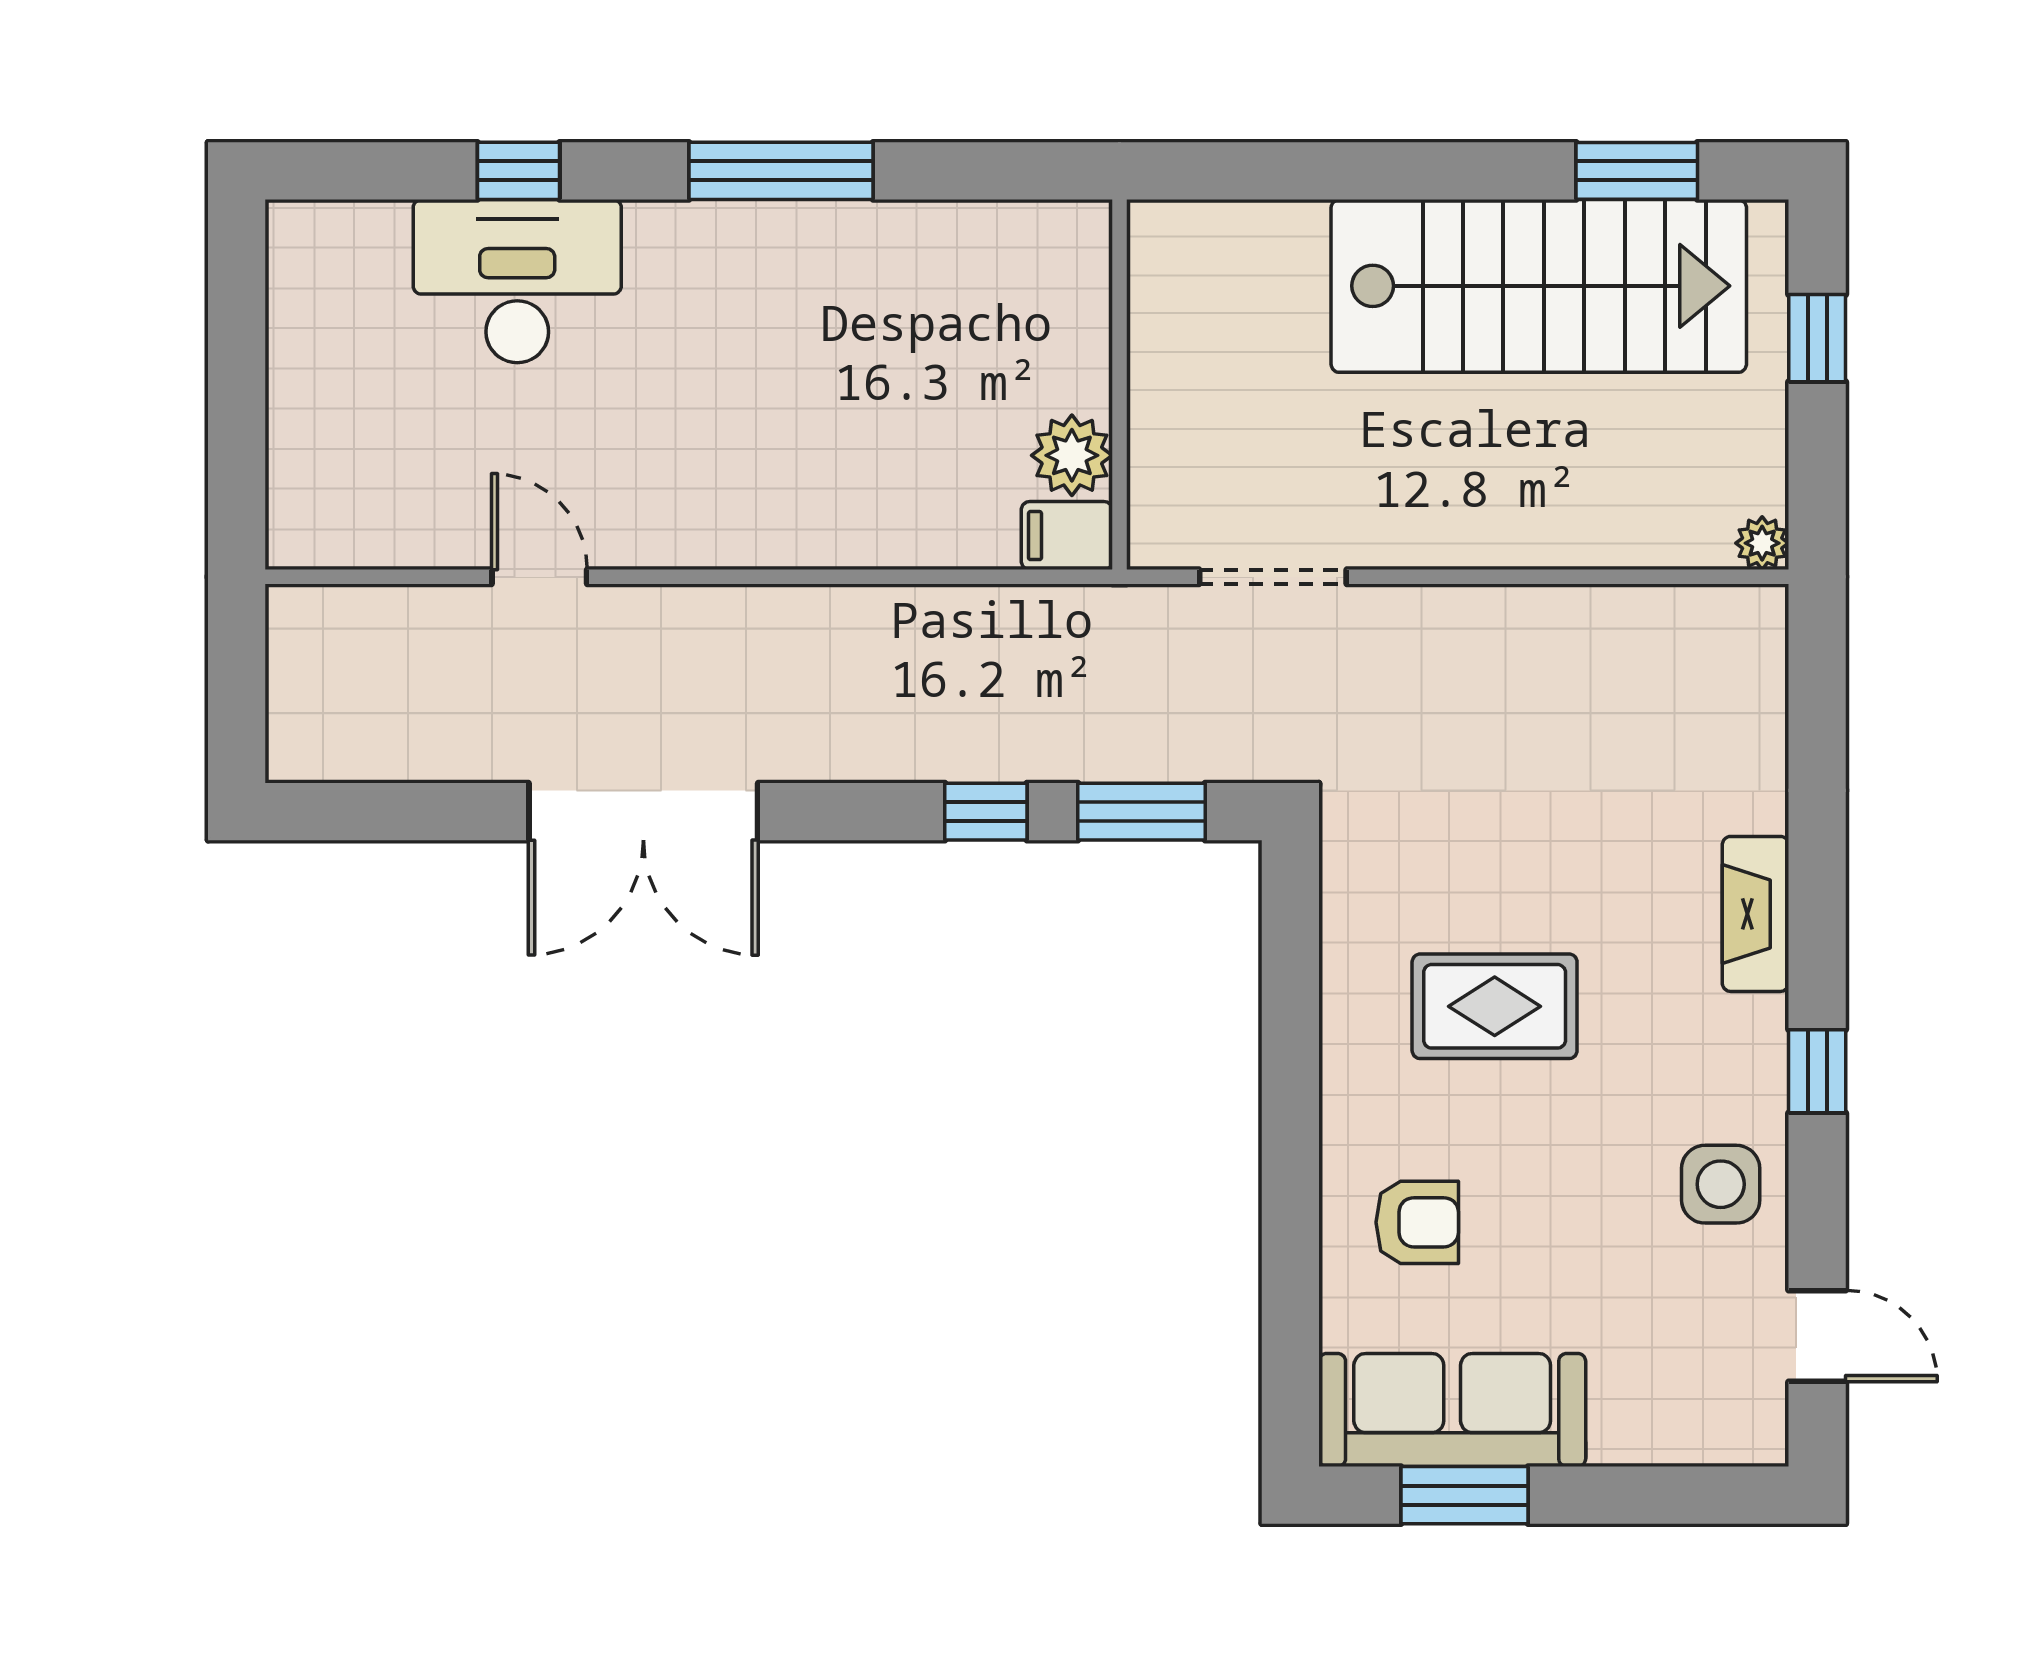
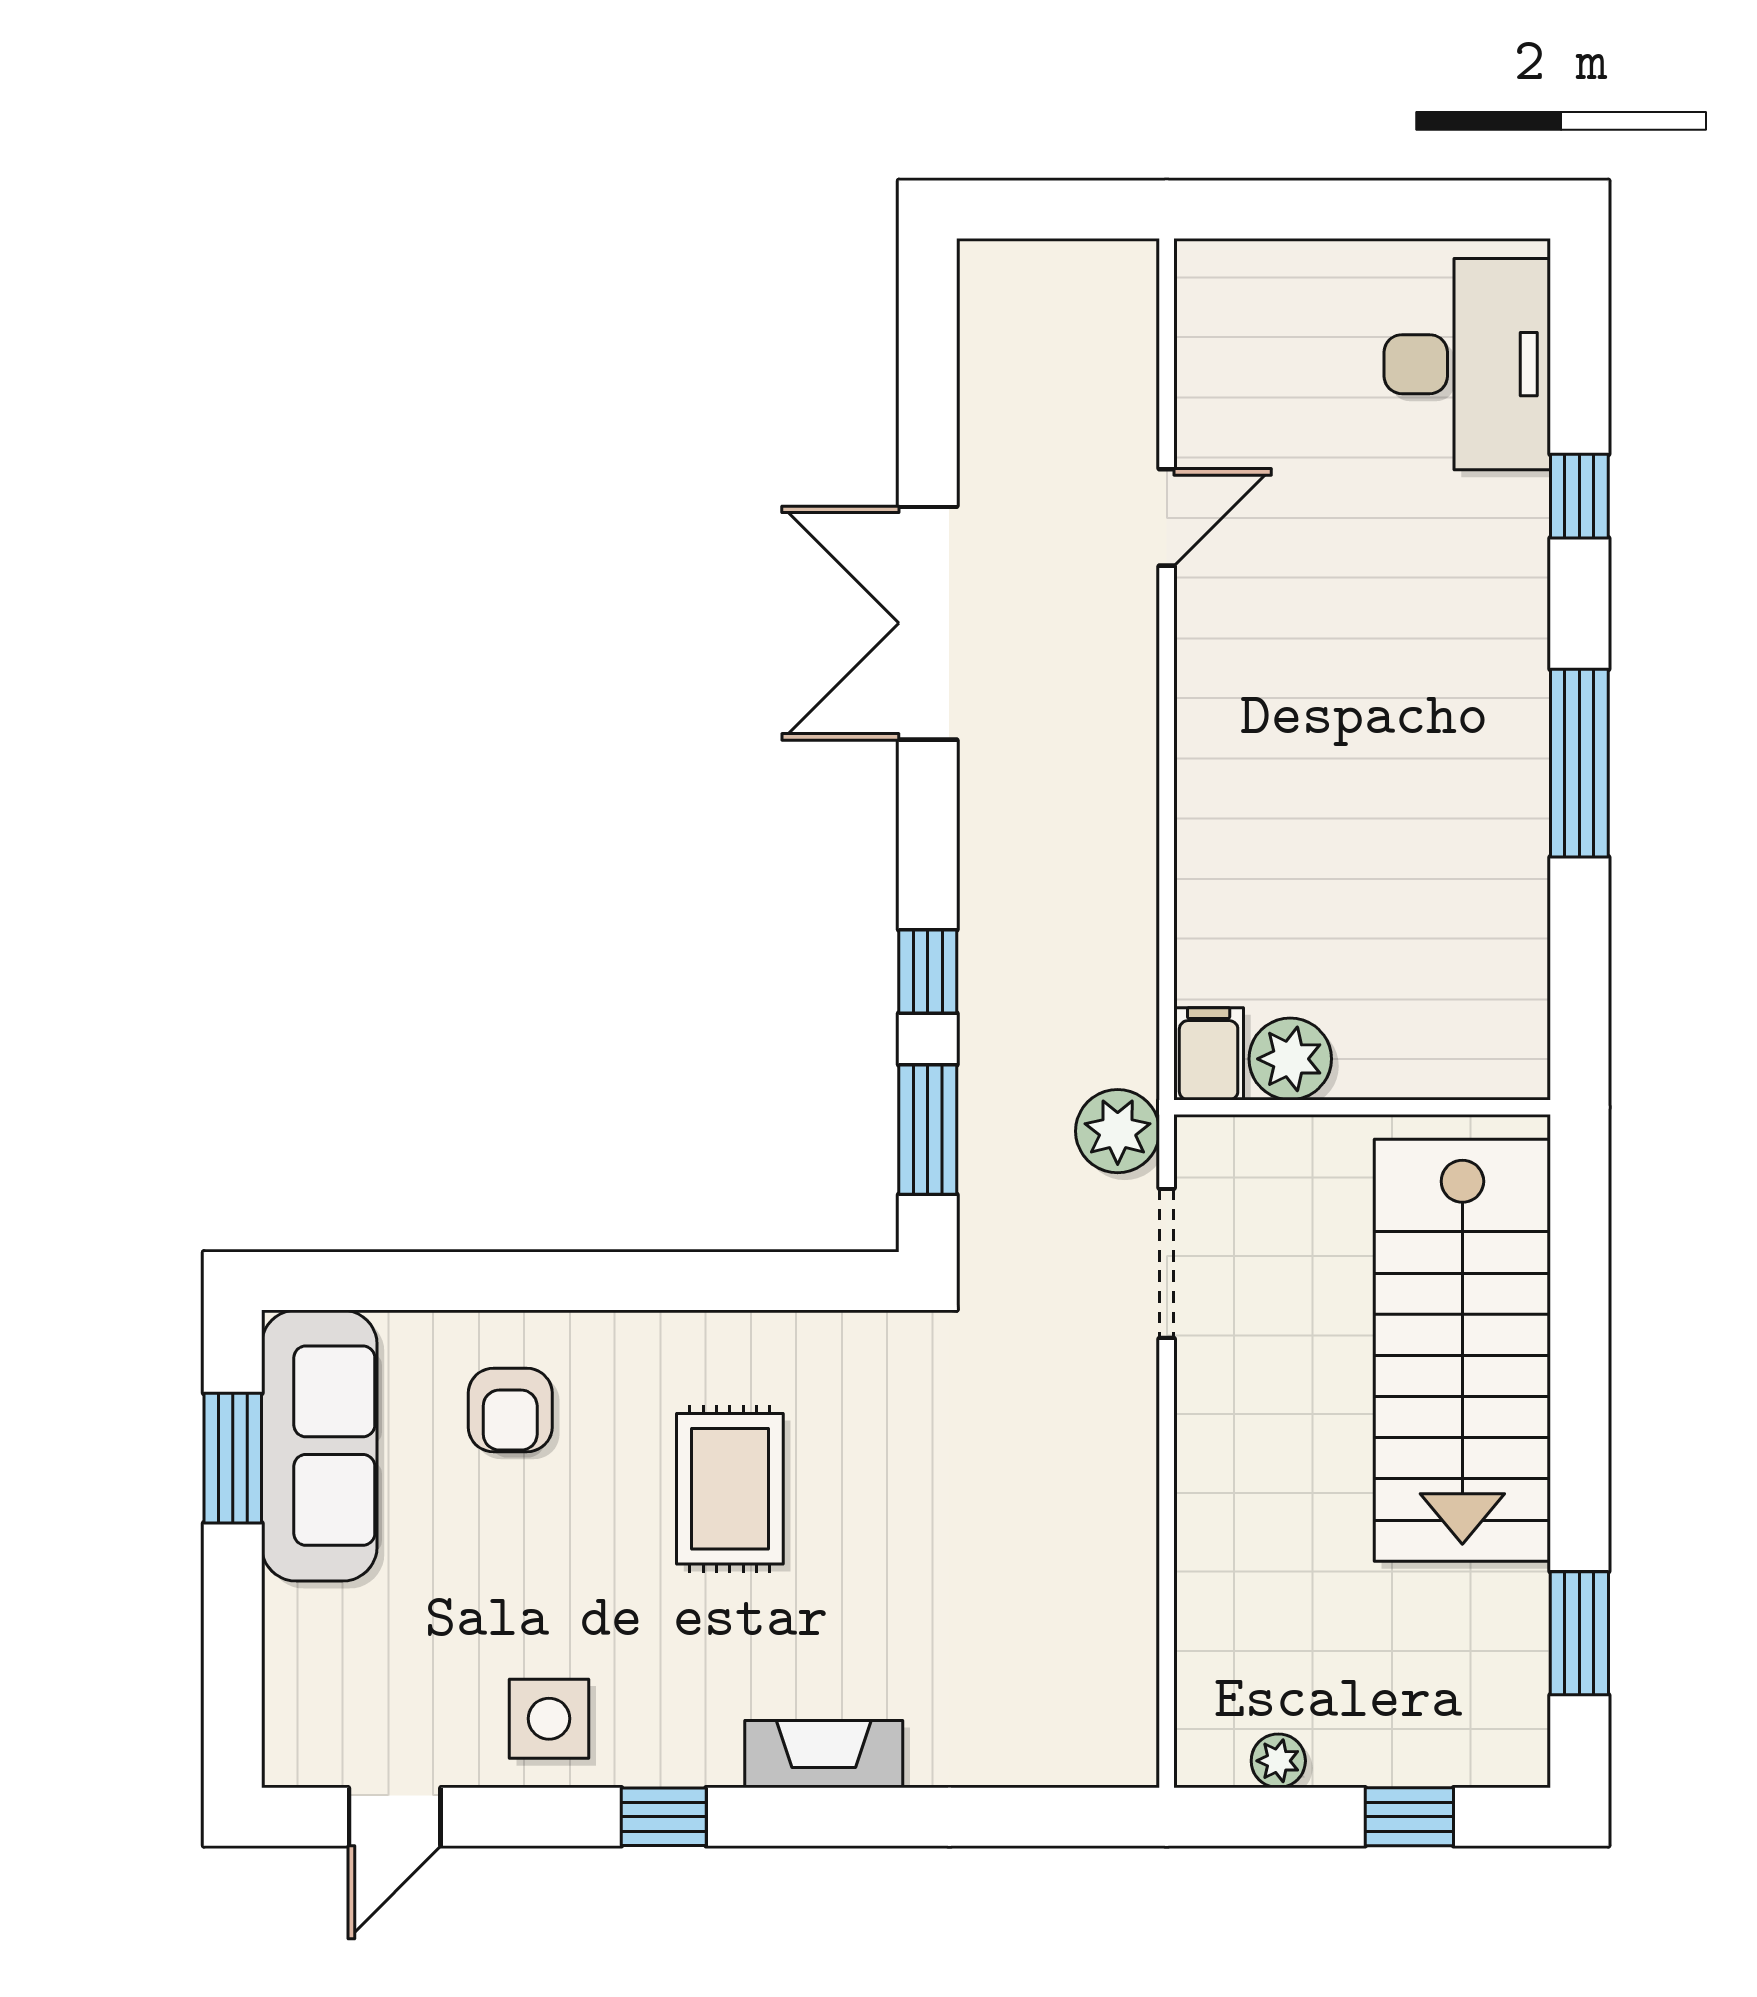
desk: (517, 281) -> (1467, 364), moved
stairs: (1539, 286) -> (1462, 1350), moved
plant: (1762, 543) -> (1278, 1761), moved
plant: (1143, 625) -> (1118, 1131), added

